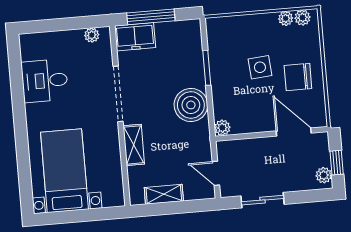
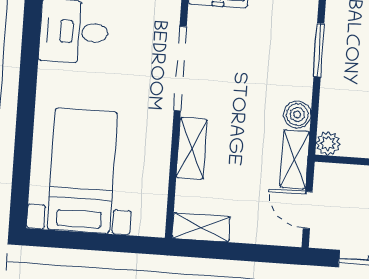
boiler: (191, 105) -> (297, 115), width x0.54, depth x0.54
shelving: (202, 142) -> (295, 159), added
shelving: (164, 194) -> (201, 227), moved

